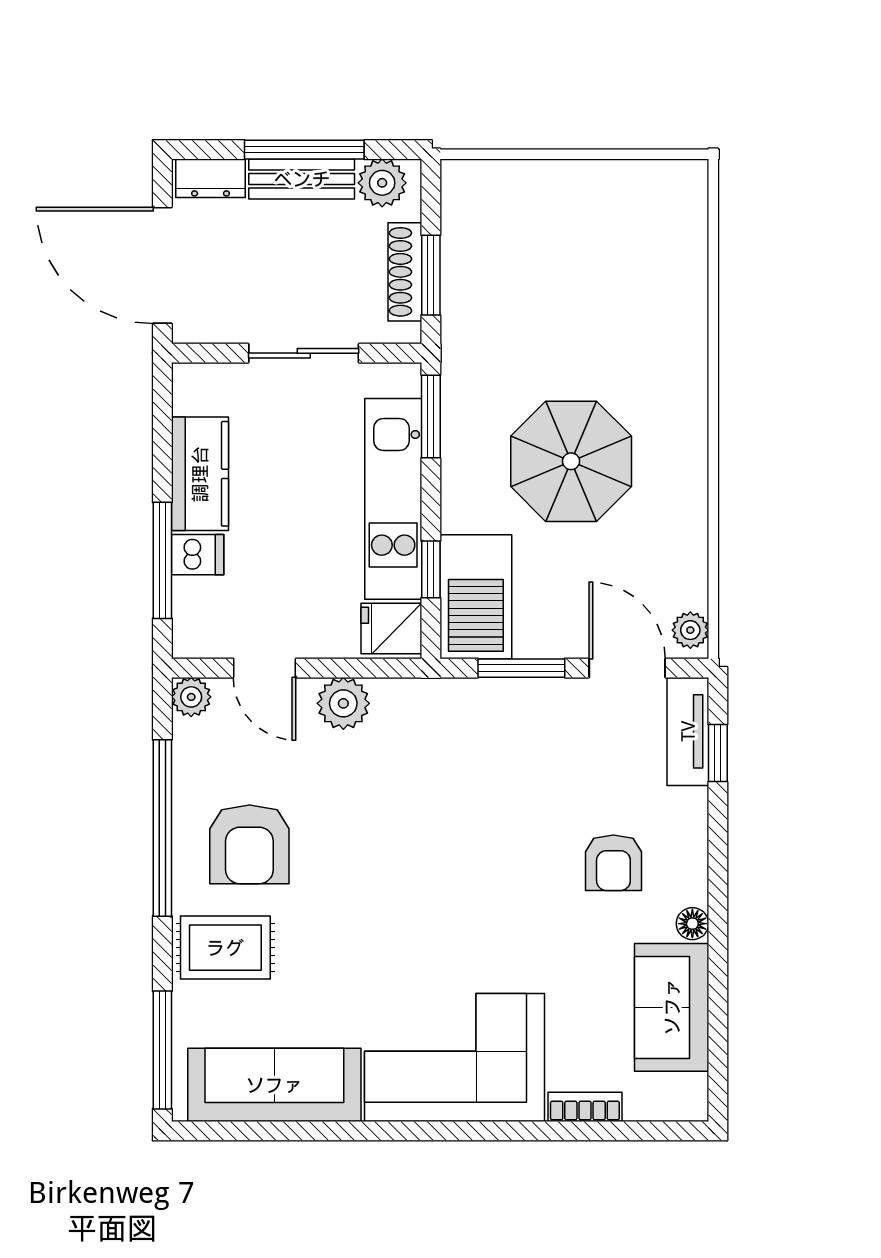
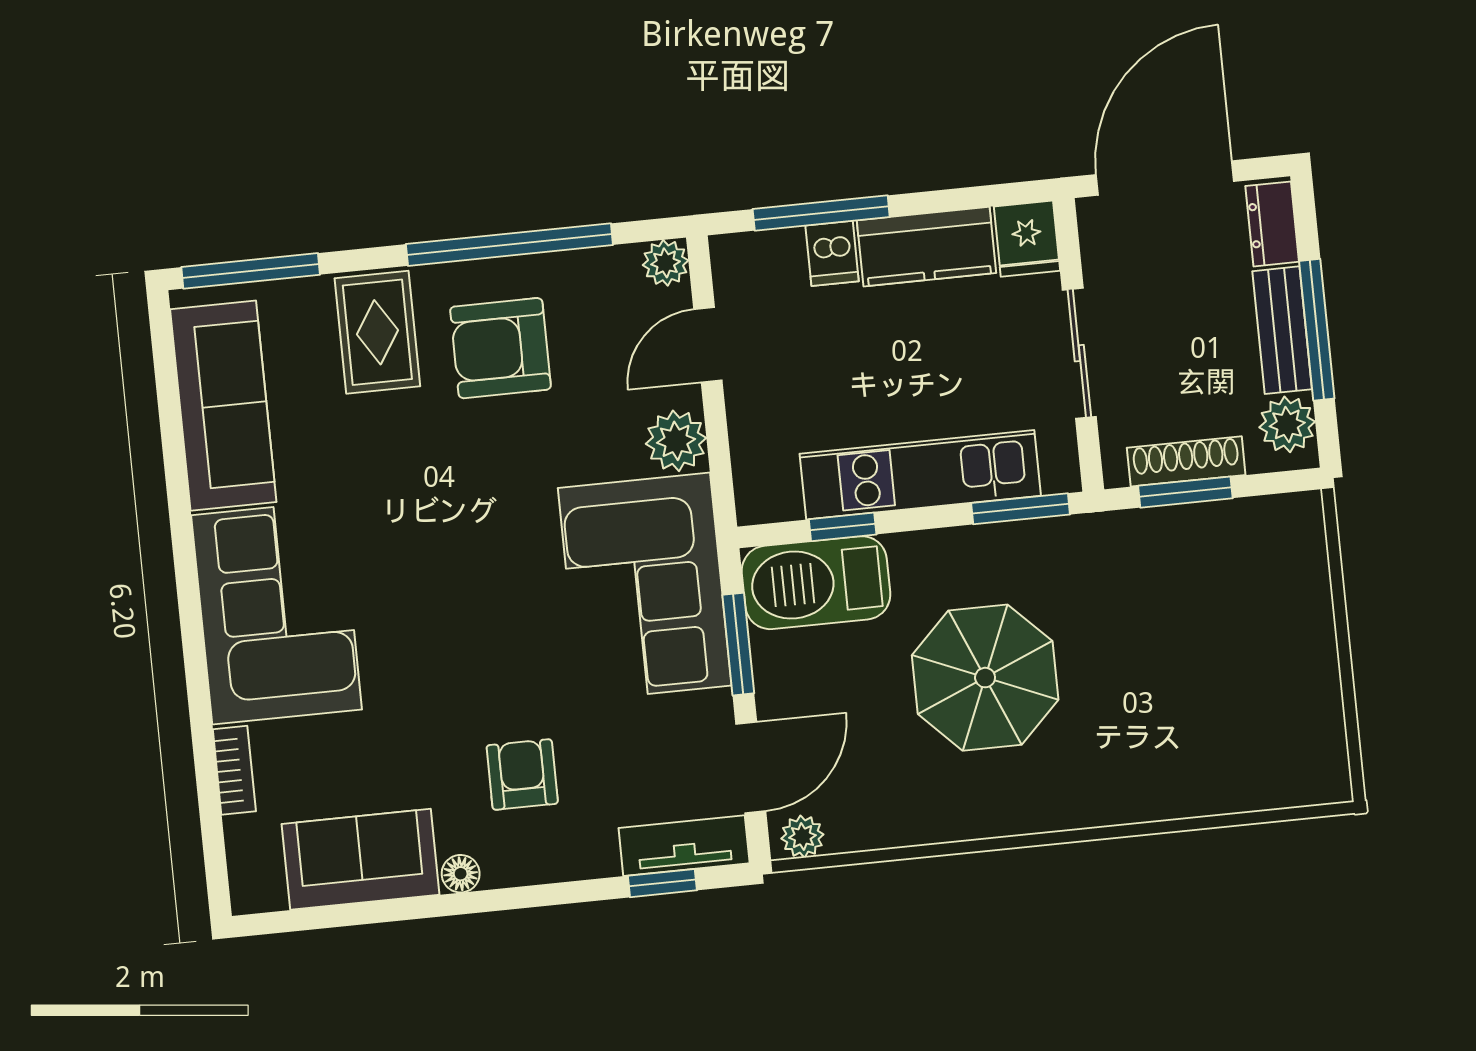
fridge: (391, 628) -> (1027, 239), moved, turned 180
corner sofa: (465, 743) -> (645, 587), added
armchair: (613, 863) -> (522, 774), turned 90

